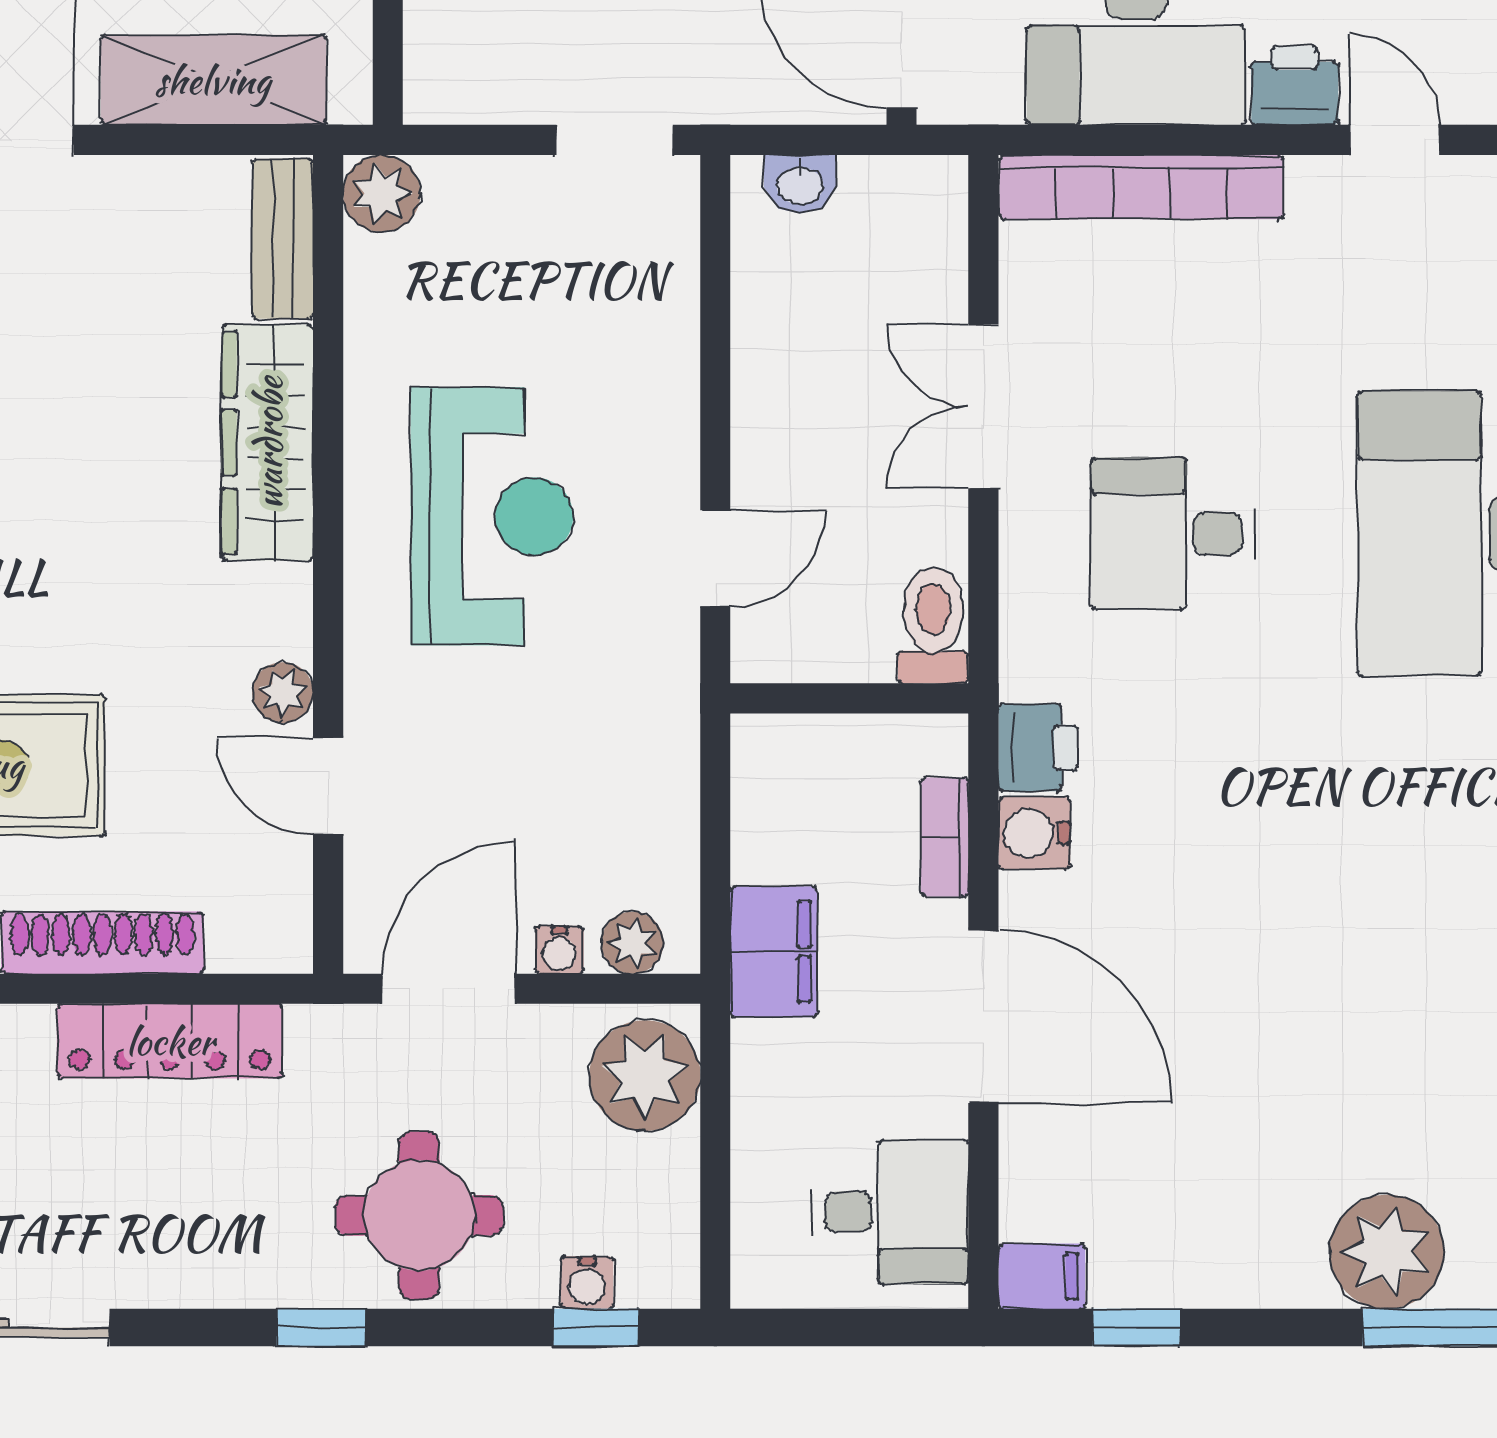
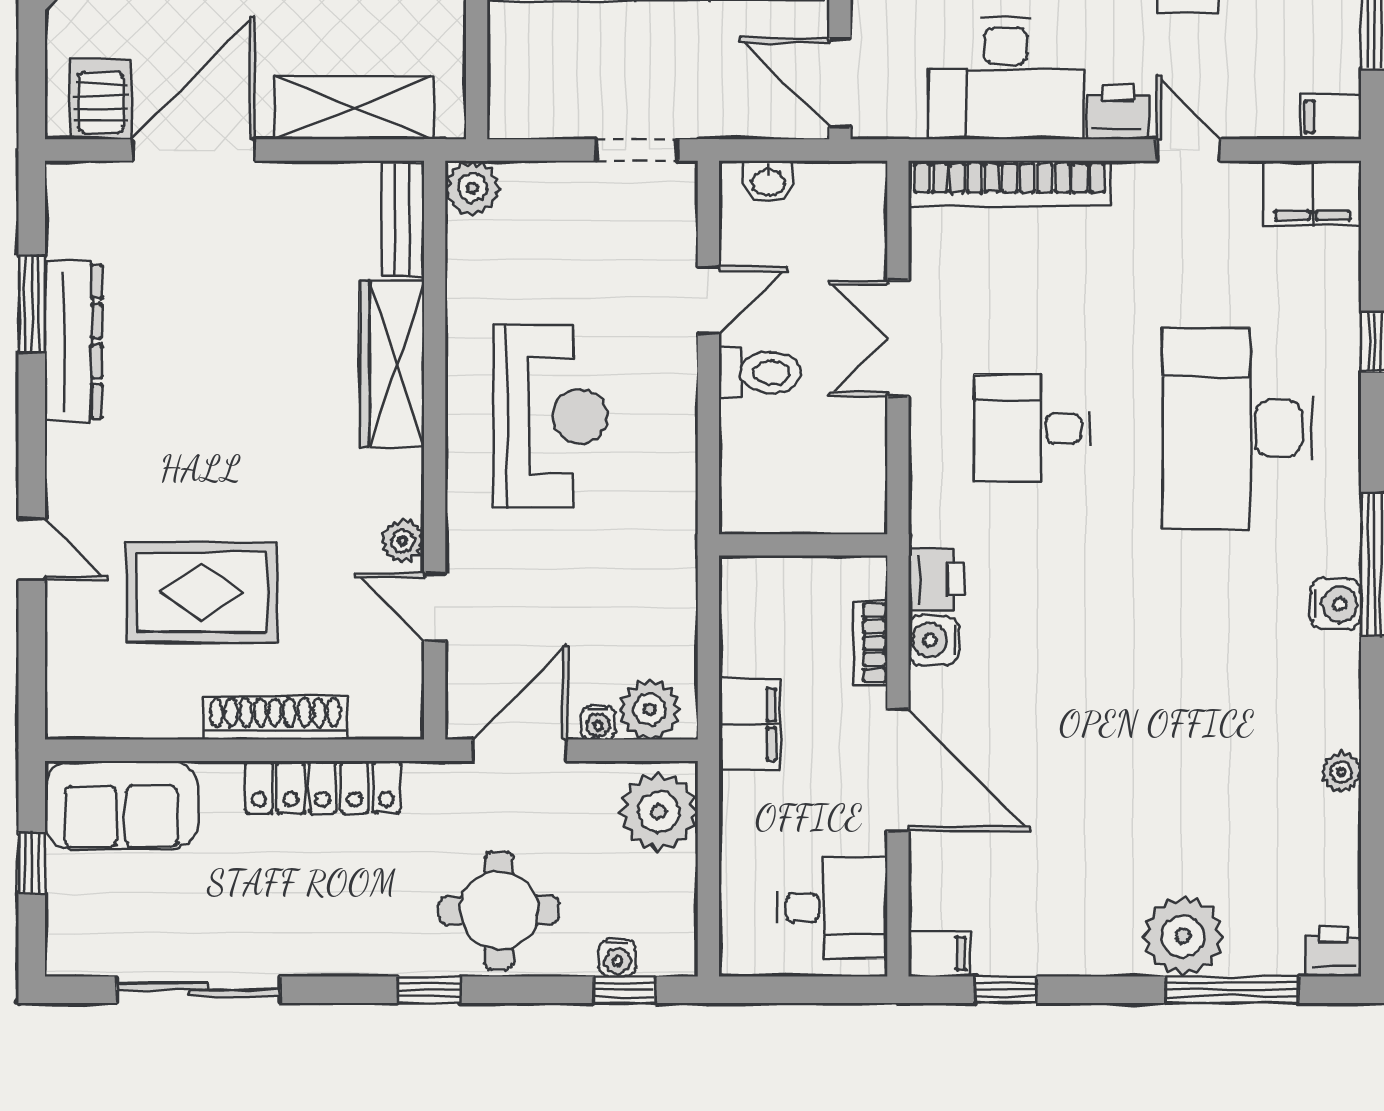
door: (715, 558) -> (708, 300), moved
toilet: (933, 625) -> (760, 373), moved, turned 90
plant: (632, 943) -> (650, 709), width x1.38, depth x1.38

